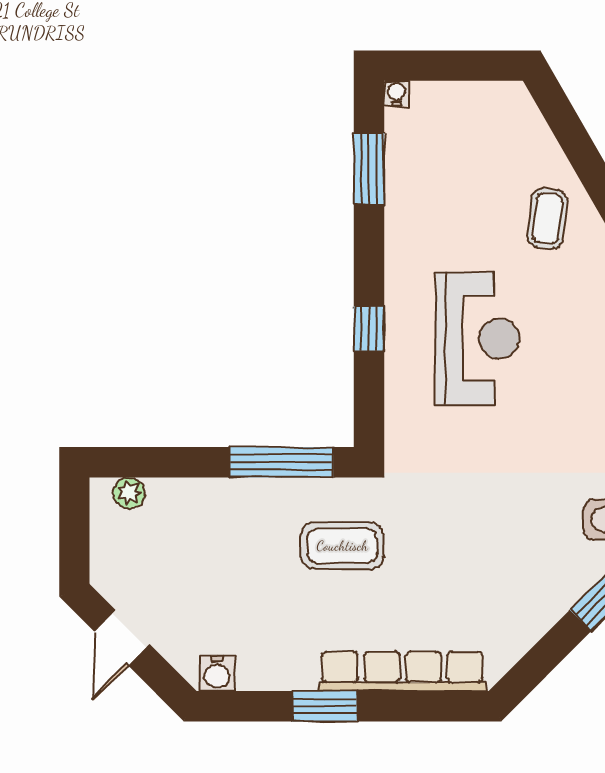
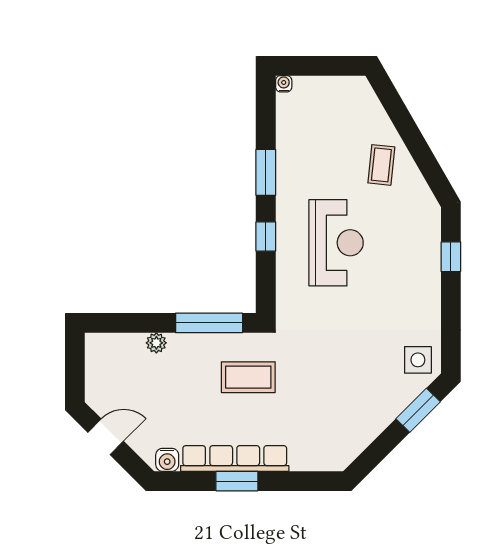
window: (369, 168) -> (266, 172), moved
plant: (129, 493) -> (156, 343), moved
door: (122, 638) -> (106, 437), swing flipped
row of seats: (403, 671) -> (235, 458), moved

